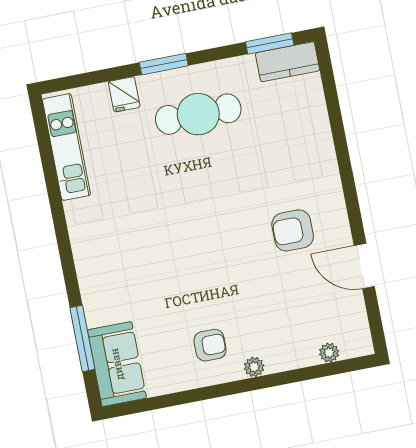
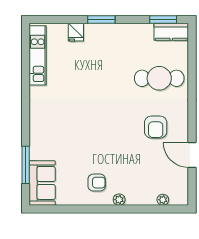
cafe table: (198, 114) -> (159, 78), moved
armchair: (293, 230) -> (156, 127), turned -90

